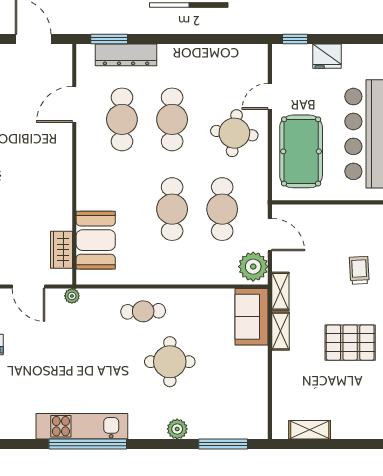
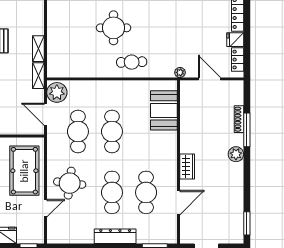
dresser: (126, 55) -> (115, 236), moved
wardrobe: (61, 250) -> (187, 166), moved
sofa: (252, 317) -> (58, 58), removed

